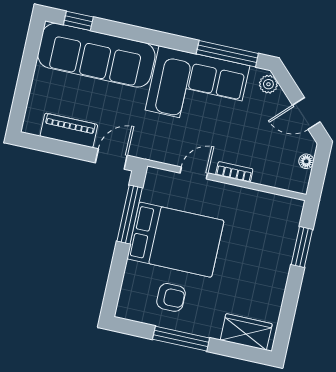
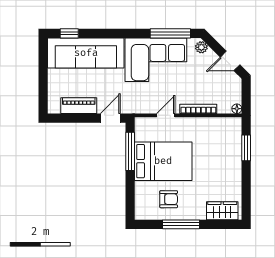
floor lamp: (306, 161) -> (237, 109), moved
bookcase: (234, 172) -> (198, 109), width x1.56

